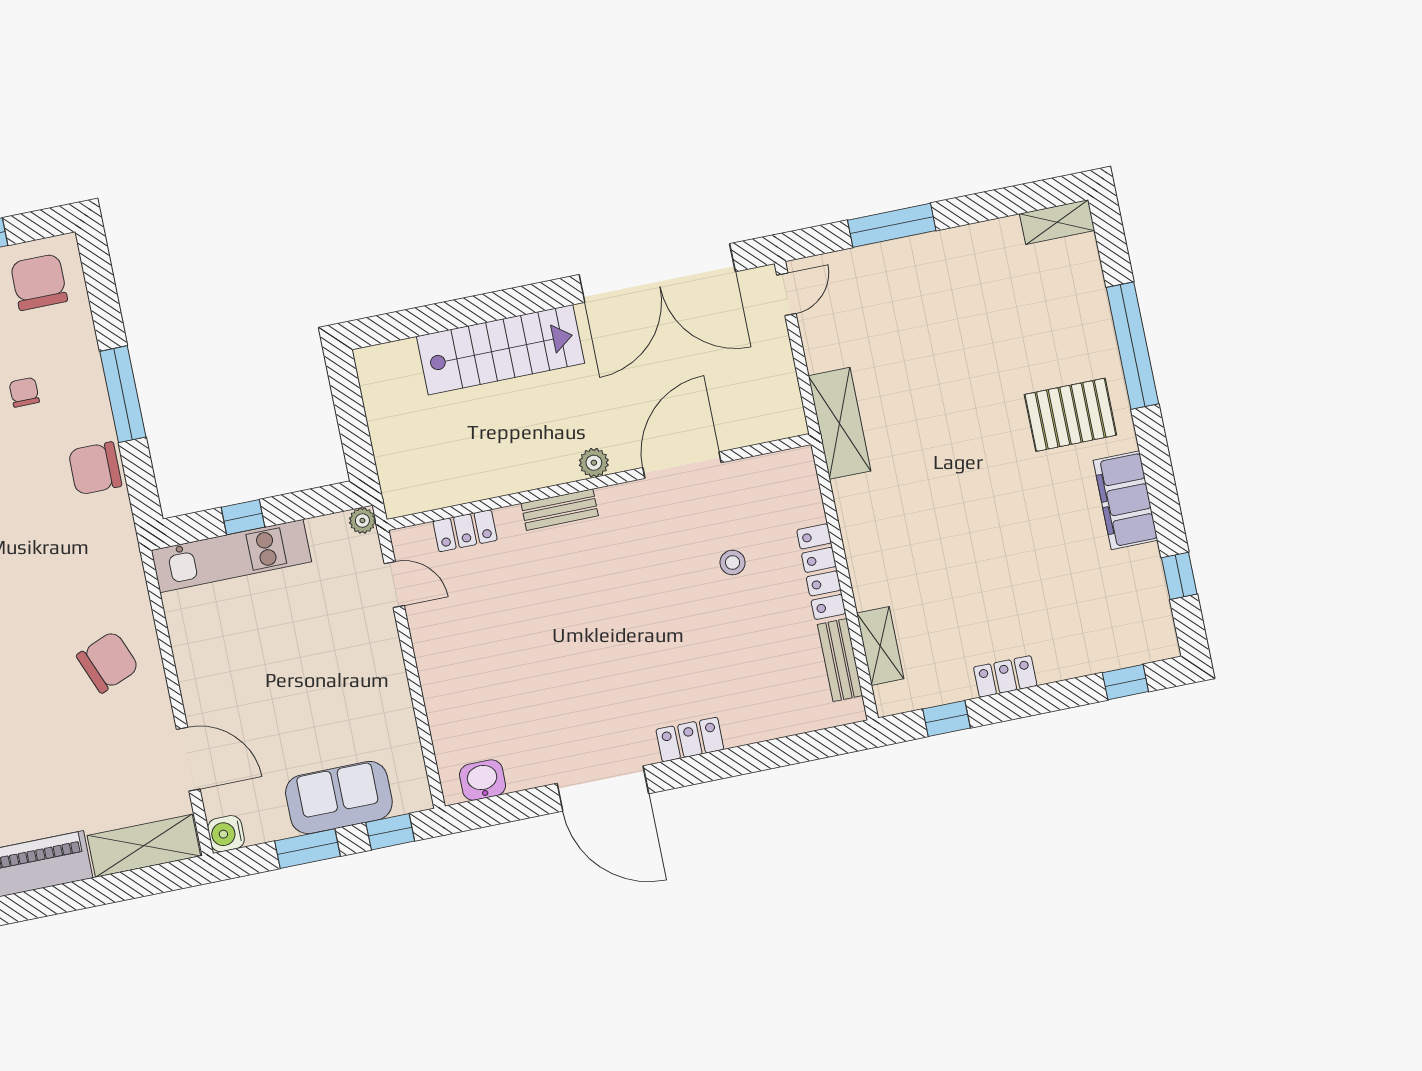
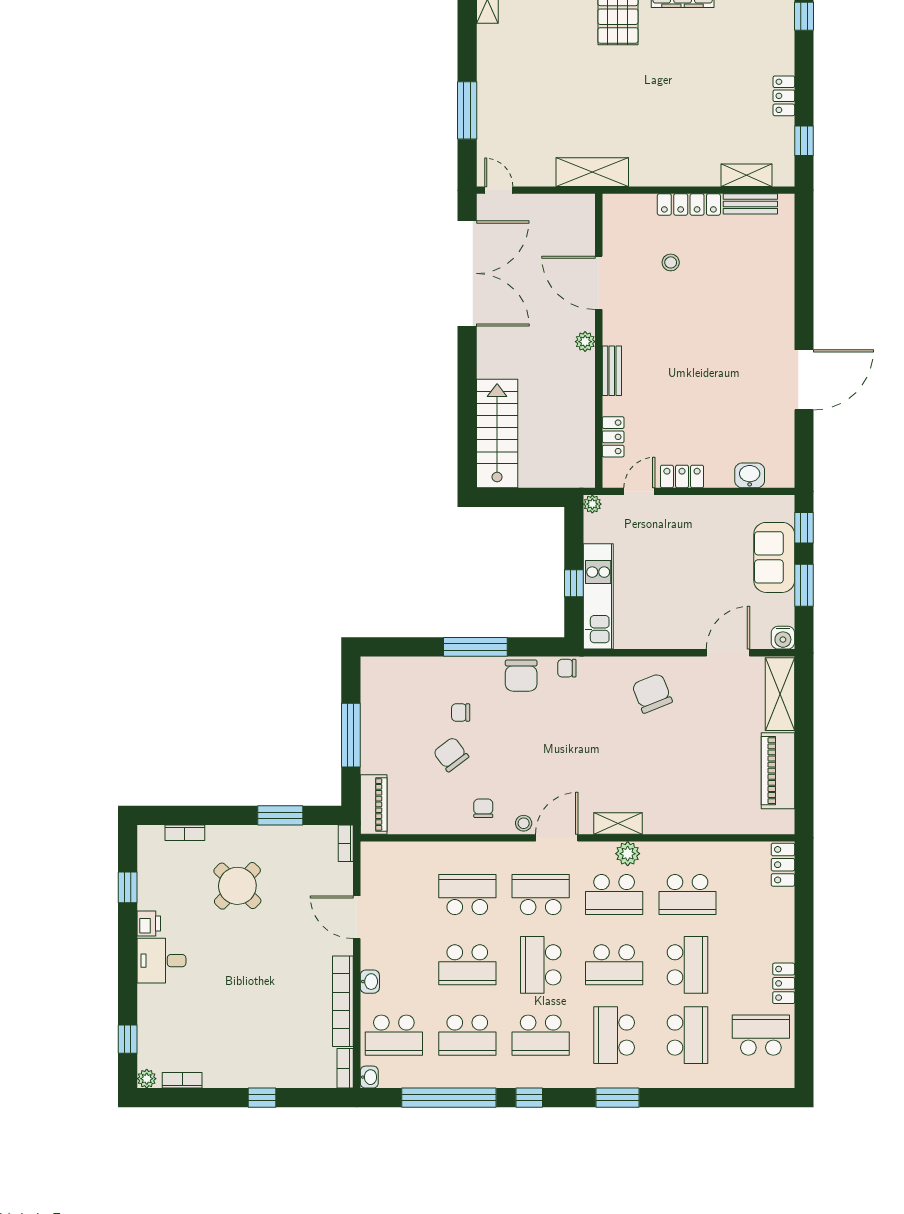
chair: (39, 282) -> (567, 668), moved, width x0.54, depth x0.54
stairs: (500, 350) -> (497, 434), moved
locker: (690, 739) -> (682, 476), moved, turned 90
washbasin: (483, 780) -> (750, 475), moved, turned 90

